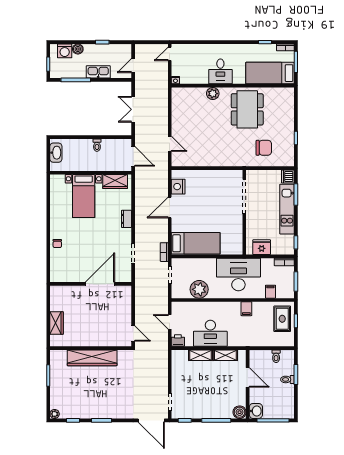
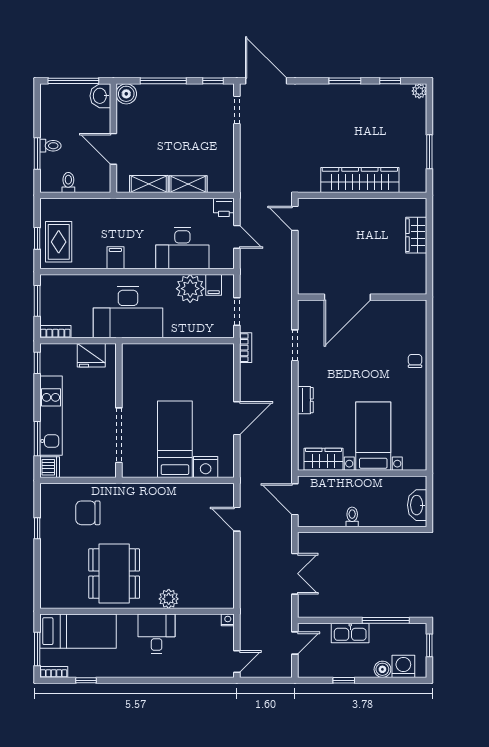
nightstand: (178, 187) -> (206, 467), moved, turned 90
bed: (196, 243) -> (175, 439), moved, turned 90
filing cabinet: (270, 292) -> (214, 285), moved
desk: (210, 333) -> (182, 248), moved, turned 180

